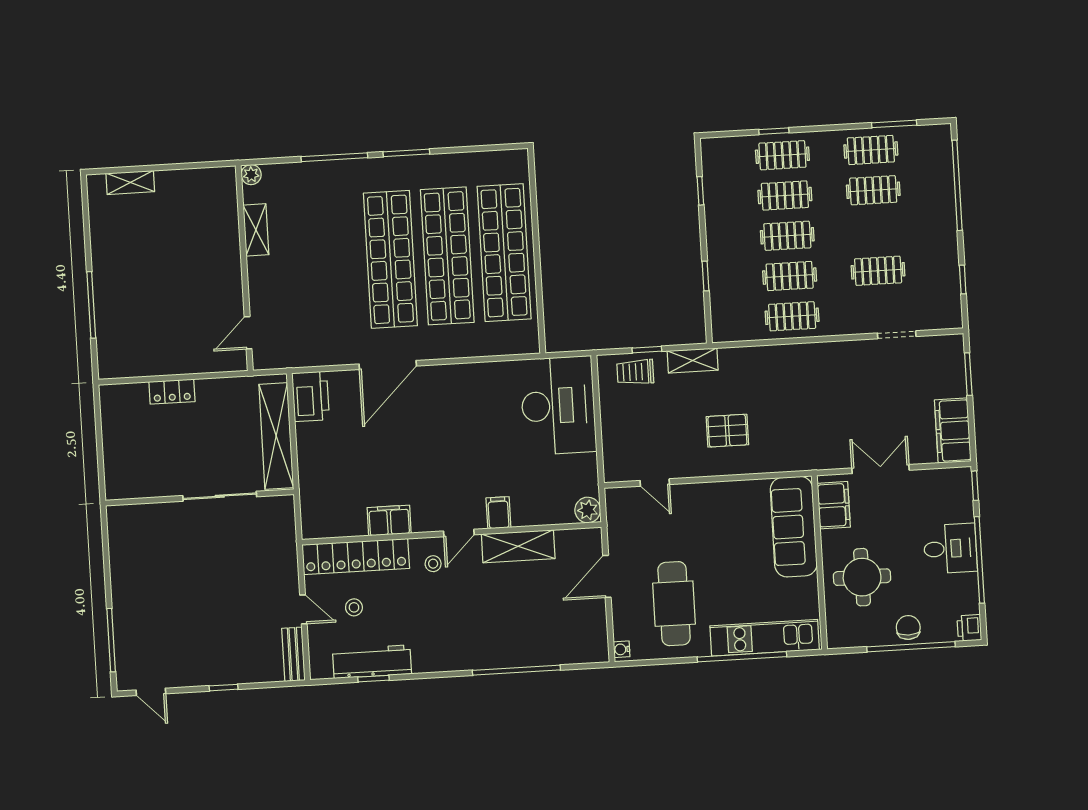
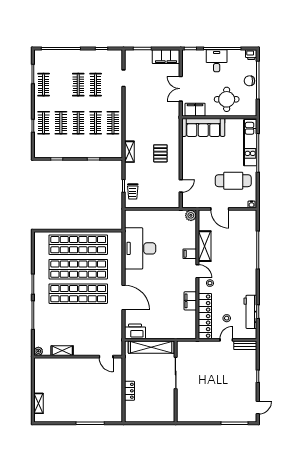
clothes rail: (873, 190) -> (78, 85), moved
shelving: (693, 361) -> (129, 152), moved
desk: (558, 406) -> (140, 248), moved, turned -90

